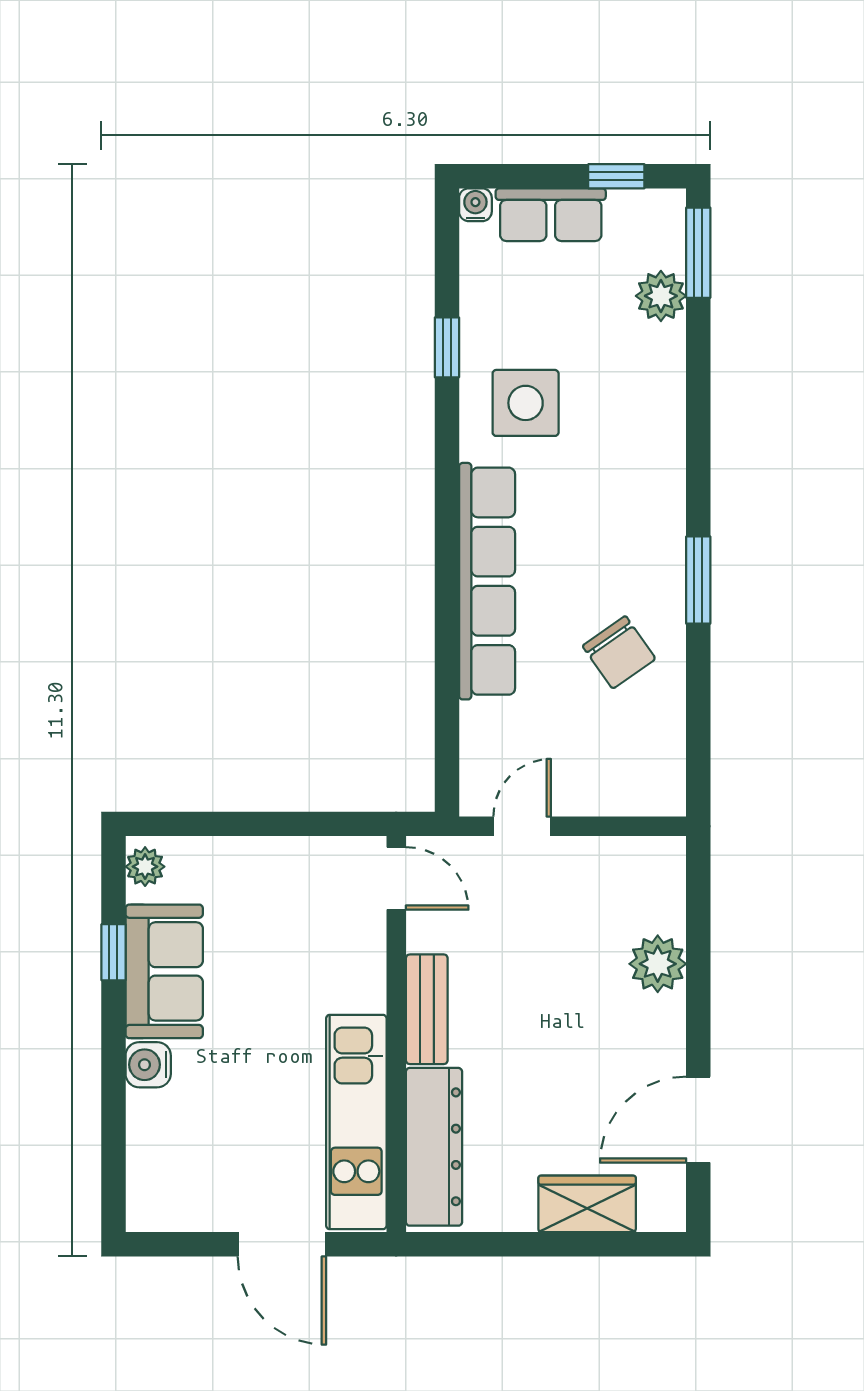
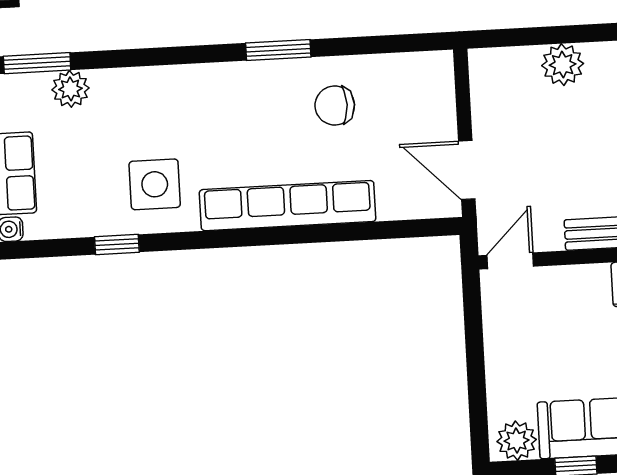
chair: (619, 652) -> (335, 106), turned -145
door: (522, 826) -> (467, 170), width x1.37
plant: (145, 867) -> (517, 441), width x1.38, depth x1.38

